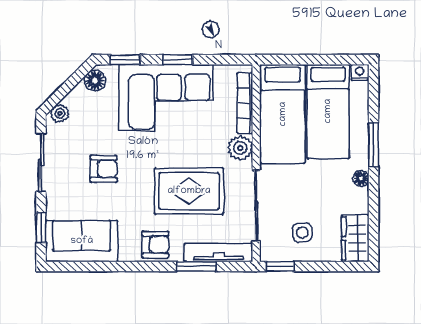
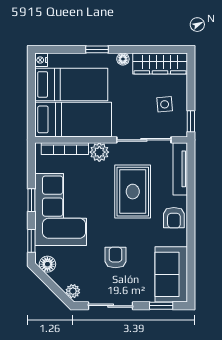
window: (374, 145) -> (97, 49), width x0.67
wardrobe: (355, 238) -> (160, 63), width x1.50
armchair: (155, 245) -> (174, 218), turned 180
window: (197, 267) -> (191, 186), removed

